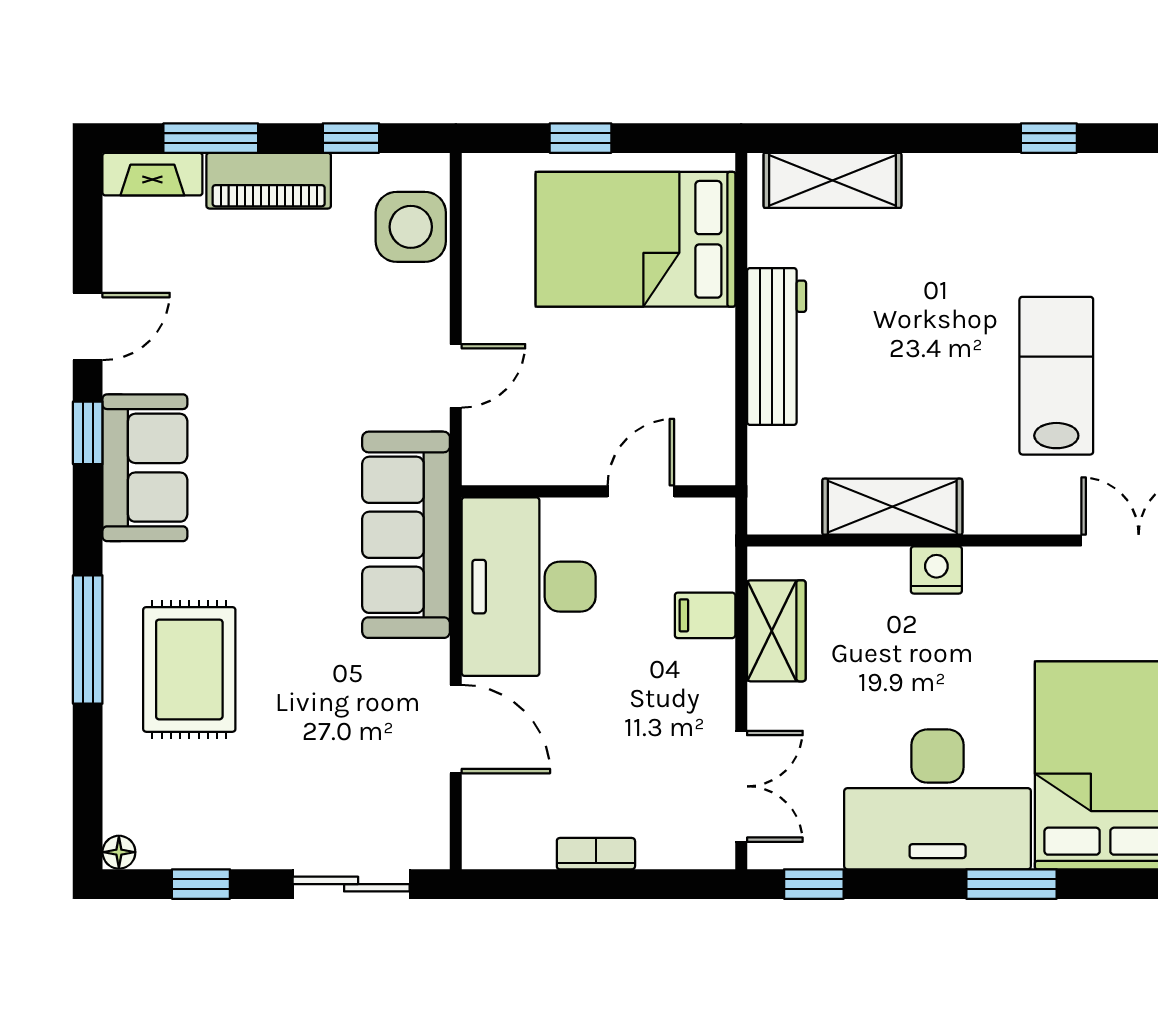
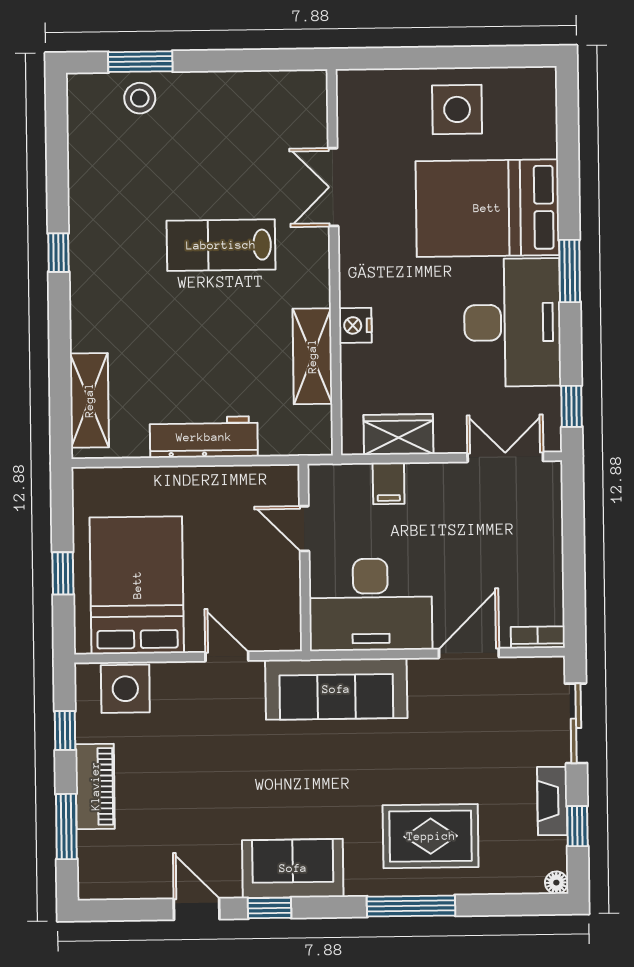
fireplace: (152, 174) -> (552, 801), moved, turned 180
bed: (635, 239) -> (137, 585), moved, turned 180
bookcase: (596, 854) -> (538, 637), moved, turned 90

